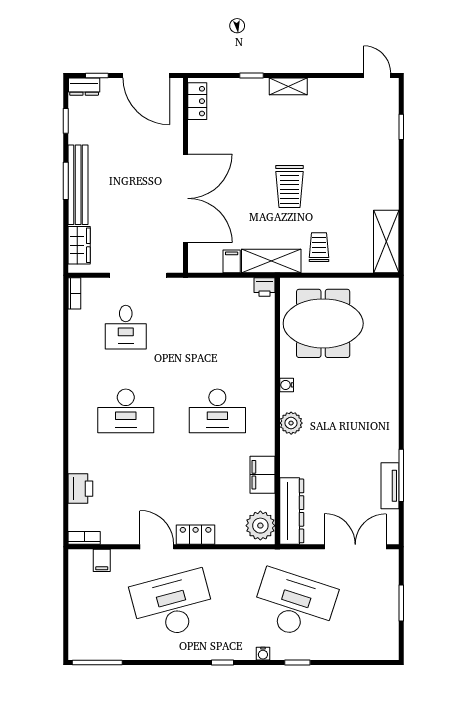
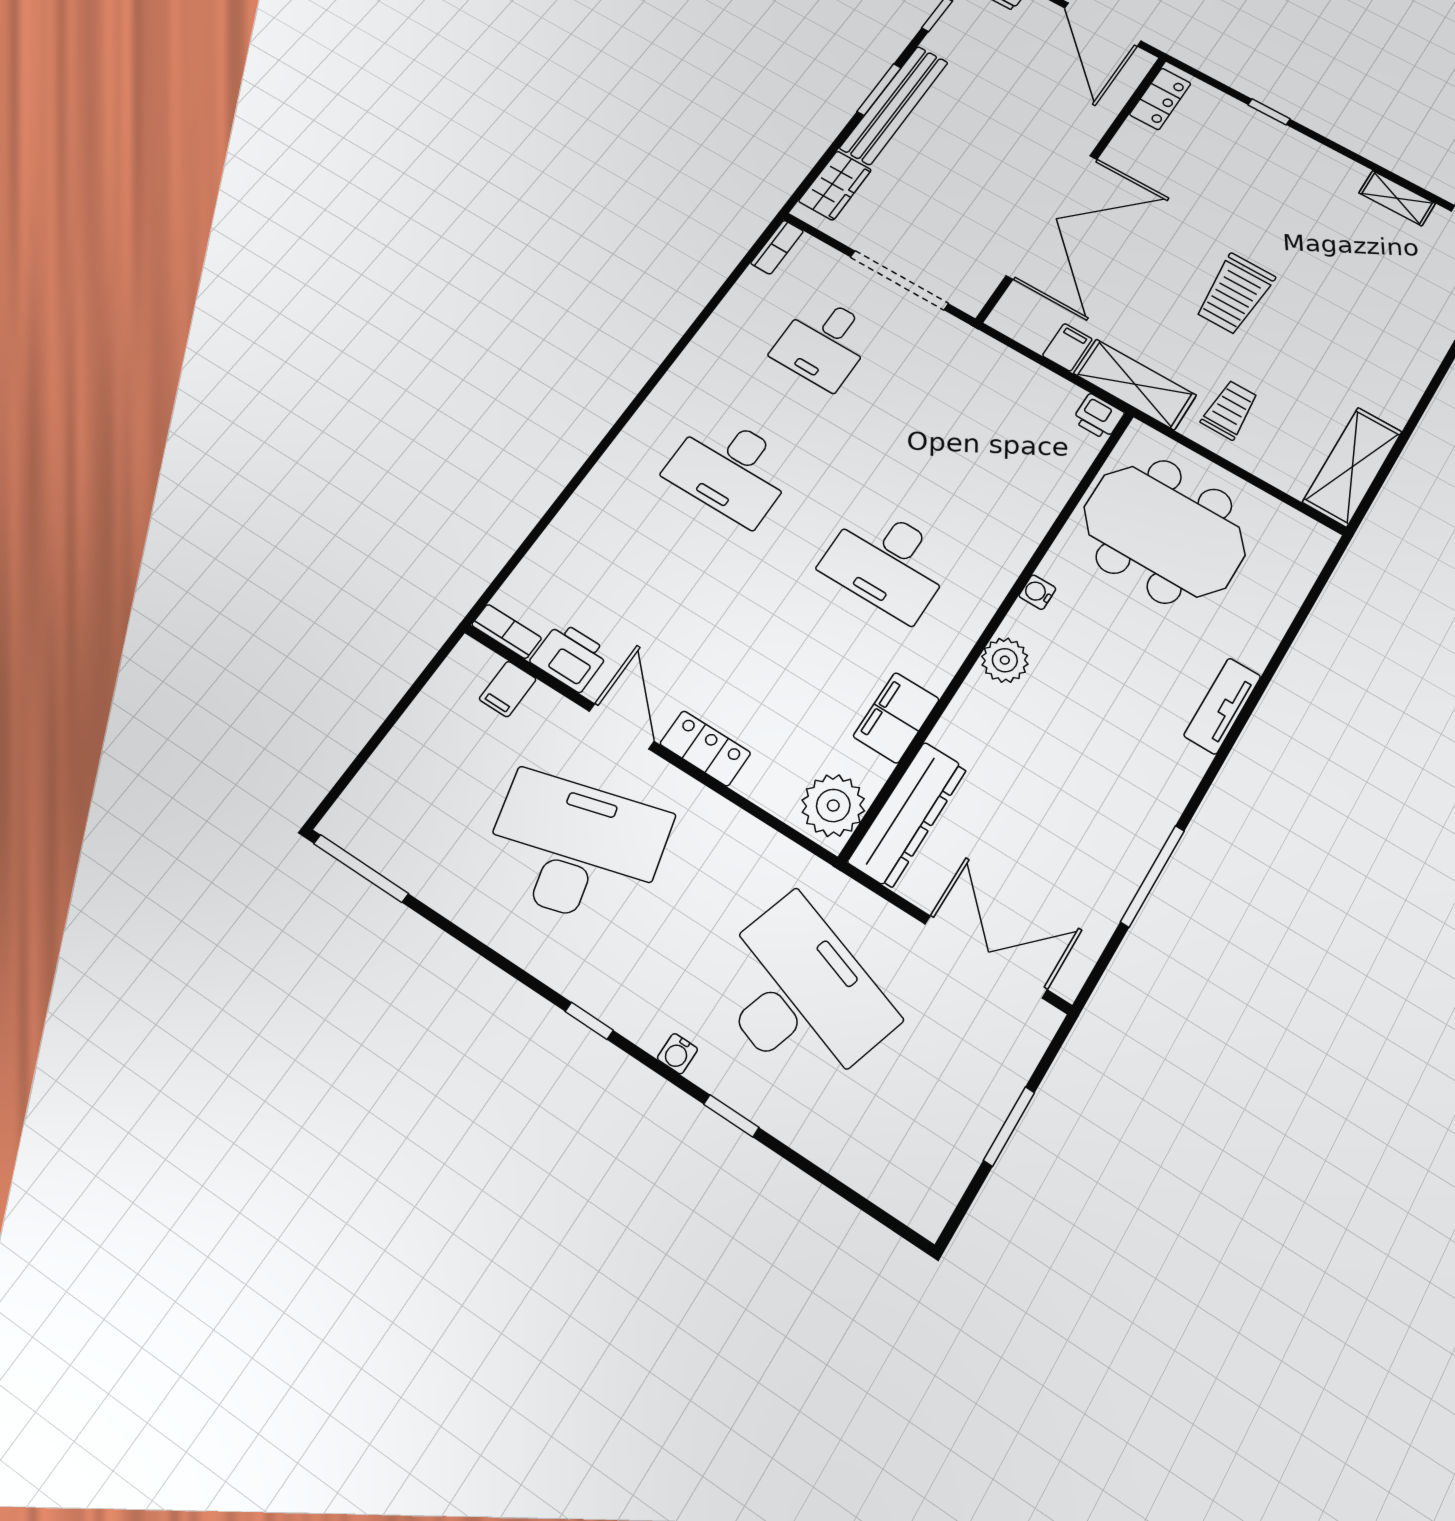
shelving: (288, 86) -> (1397, 198), moved
tv unit: (390, 486) -> (1222, 706), moved
printer: (80, 489) -> (570, 657), moved, turned -90

